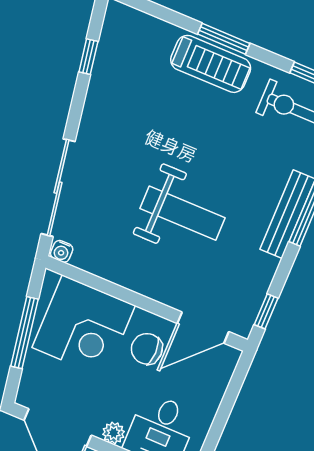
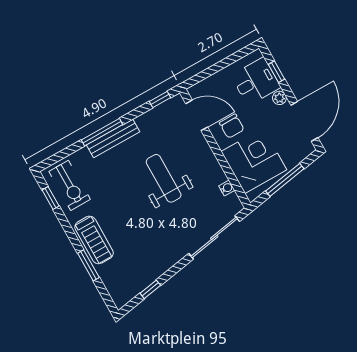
window: (224, 39) -> (88, 265), moved
treadmill: (211, 64) -> (94, 240), turned 180
water cooler: (62, 251) -> (227, 188), moved

